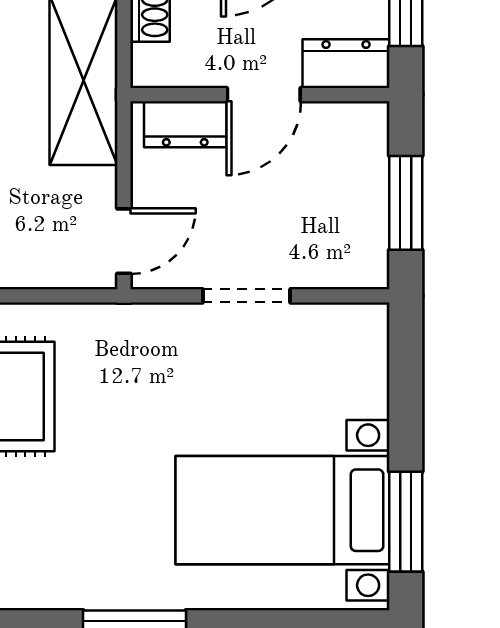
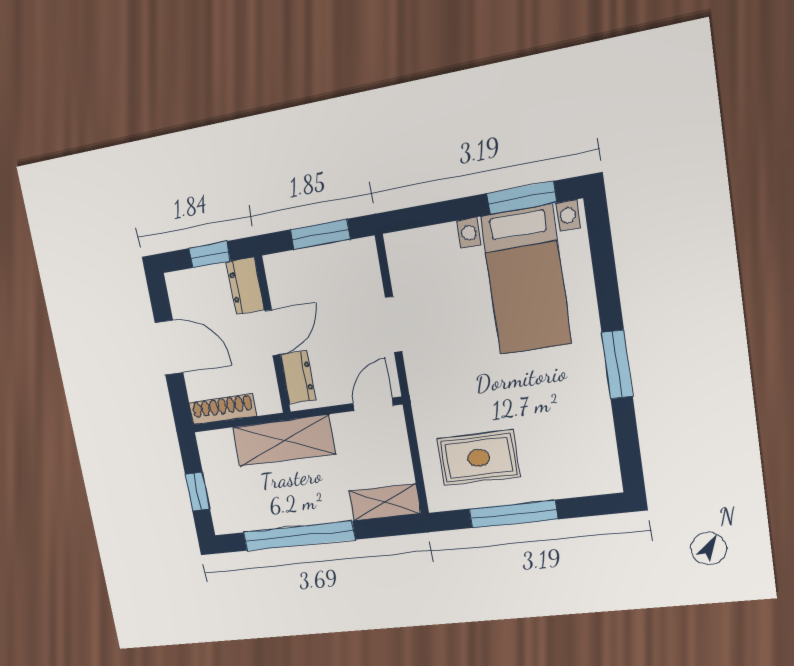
door: (264, 95) -> (272, 333), hinge flipped
door: (124, 241) -> (373, 404), hinge flipped

